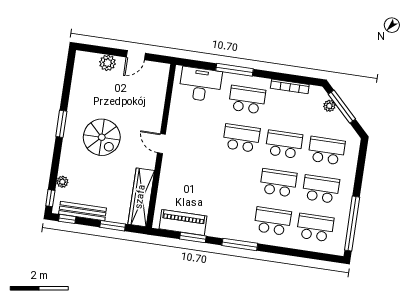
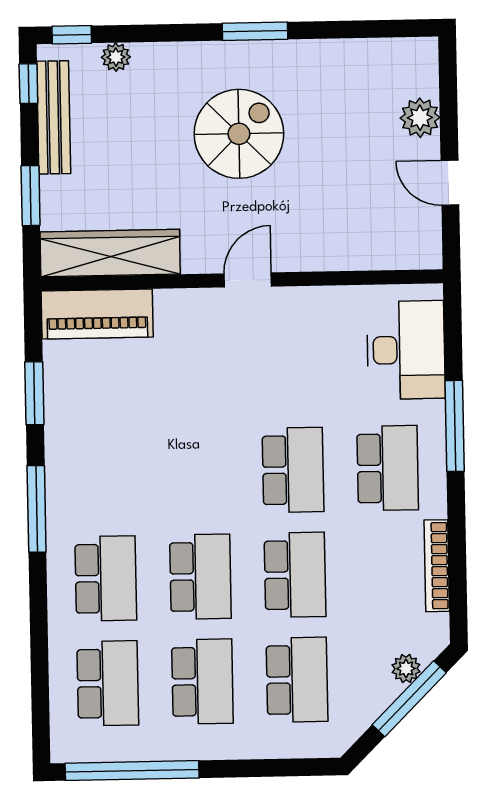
spiral stairs: (102, 137) -> (239, 134), turned 180
piano: (183, 222) -> (97, 314), moved, turned 90

